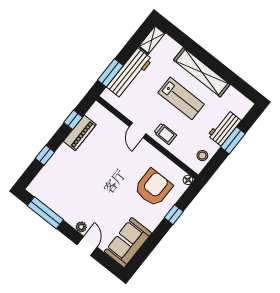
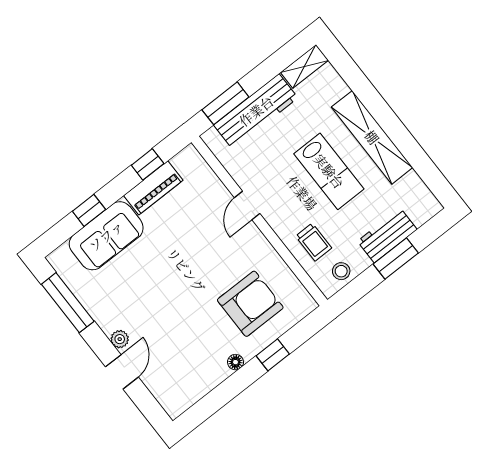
trolley: (165, 134) -> (314, 242), moved
floor lamp: (188, 180) -> (235, 362), moved
sofa: (128, 242) -> (106, 236), moved, turned 180

